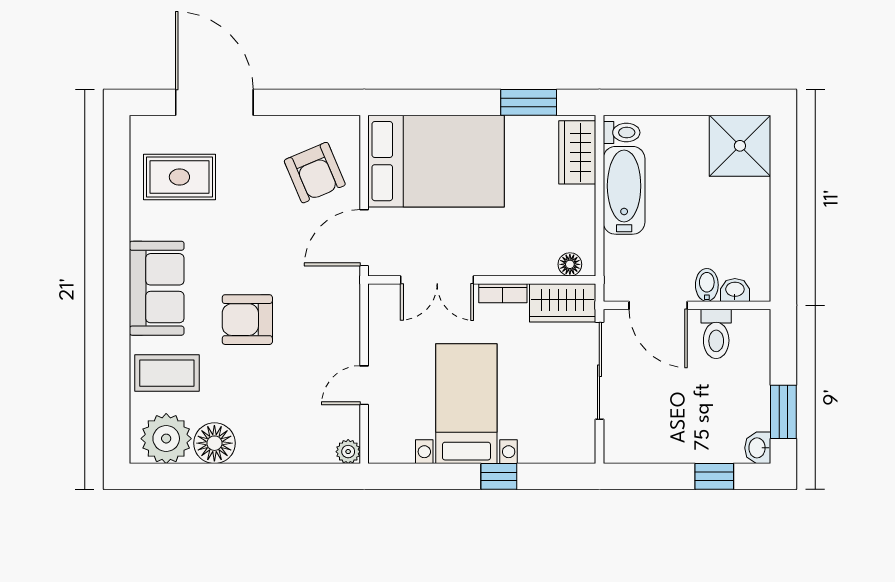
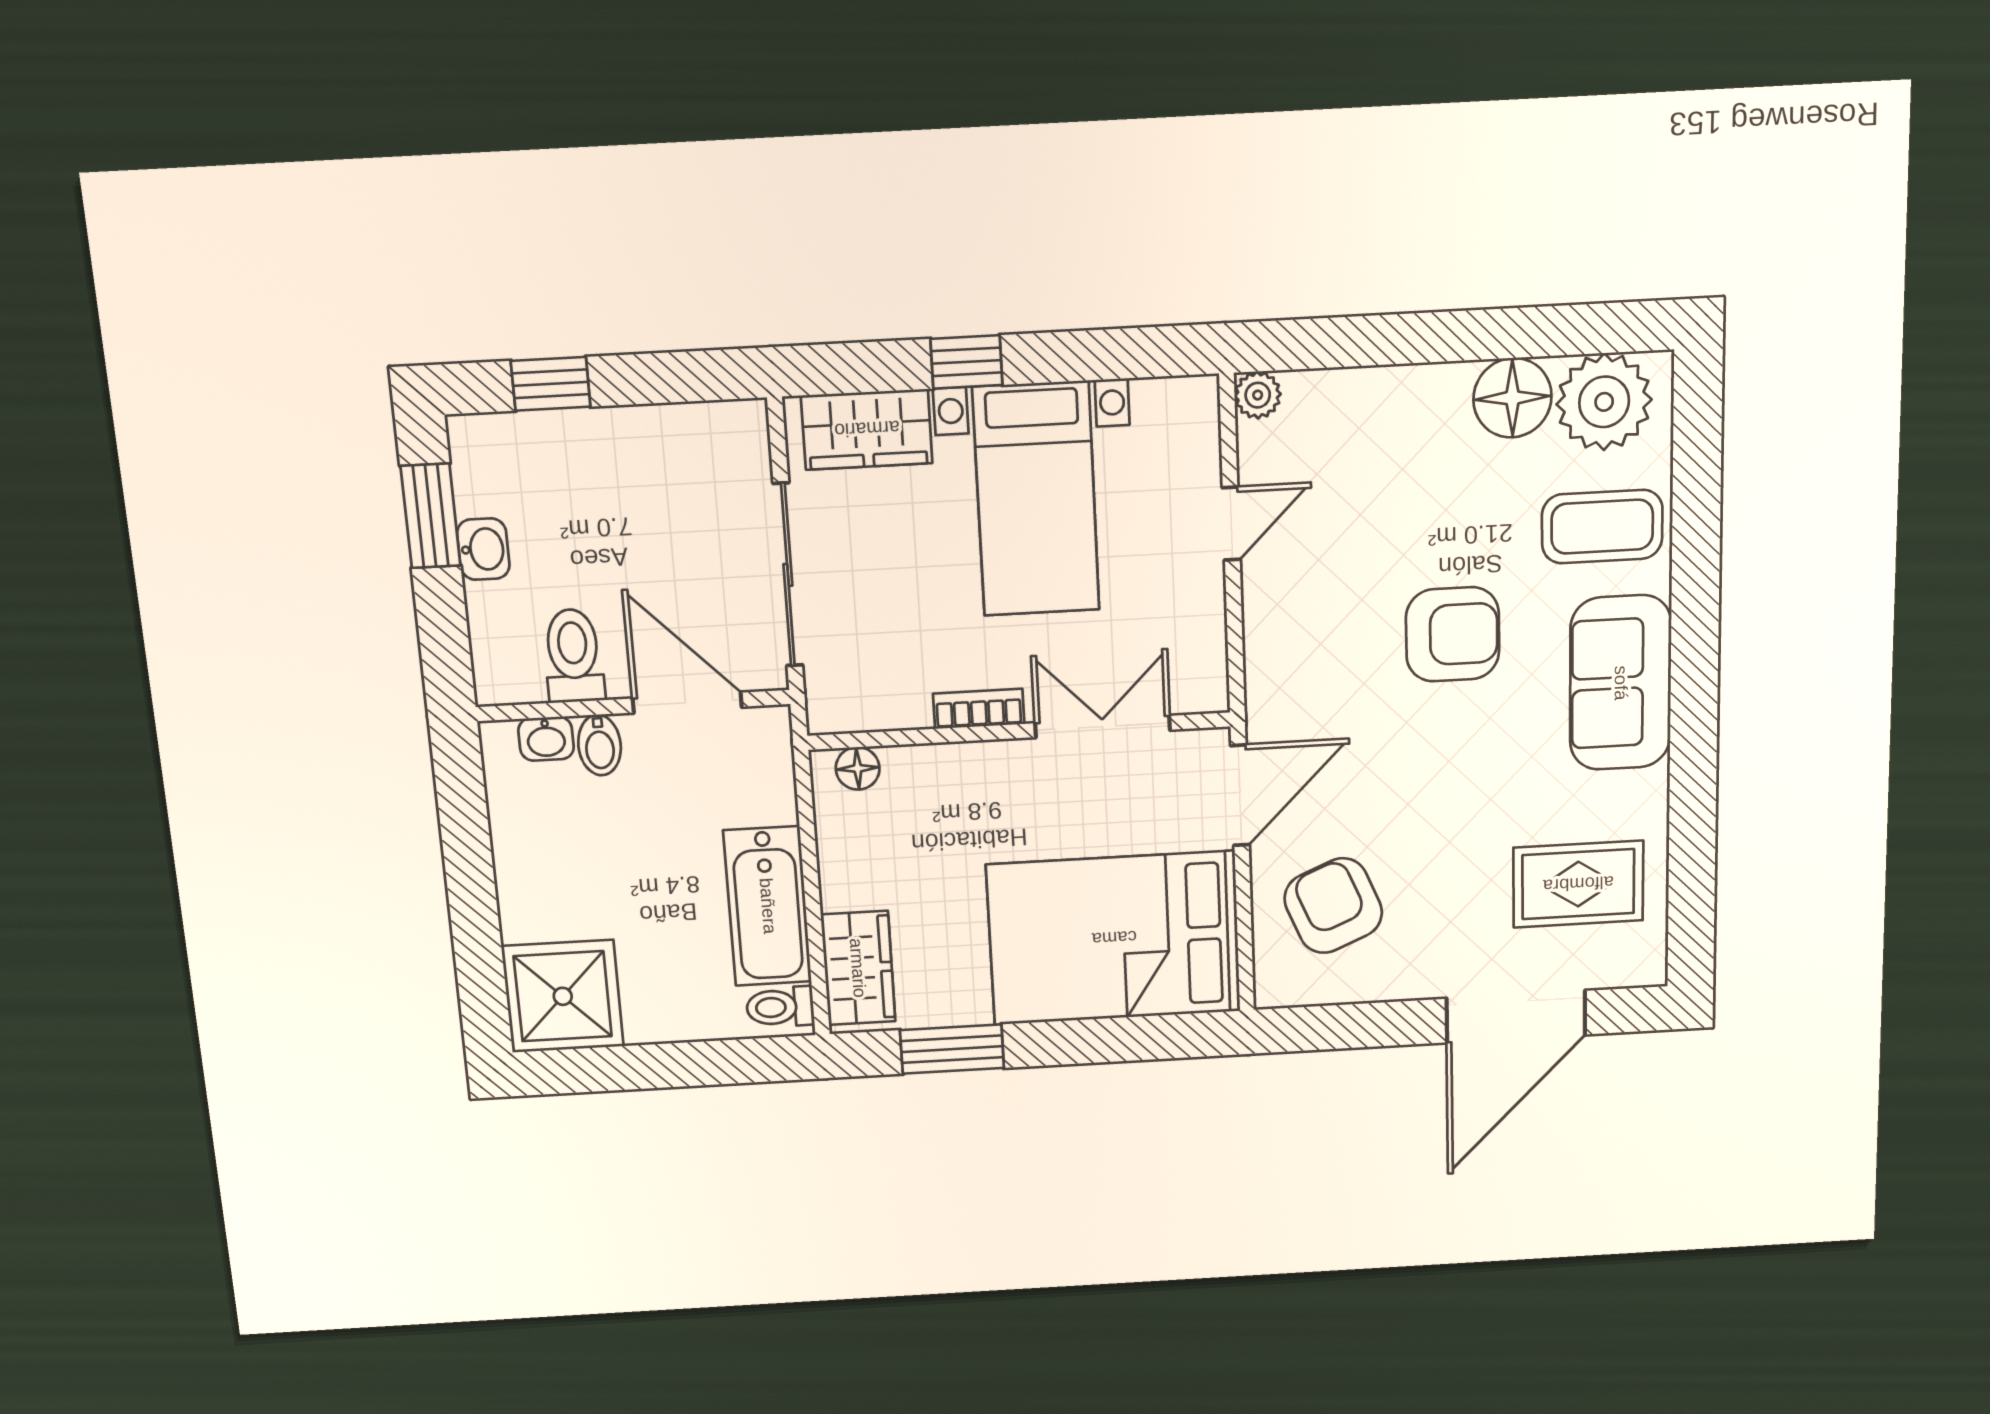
door: (214, 102) -> (1516, 1017), hinge flipped
wardrobe: (563, 303) -> (867, 429), moved, turned 180
washbasin: (758, 448) -> (483, 549), moved

